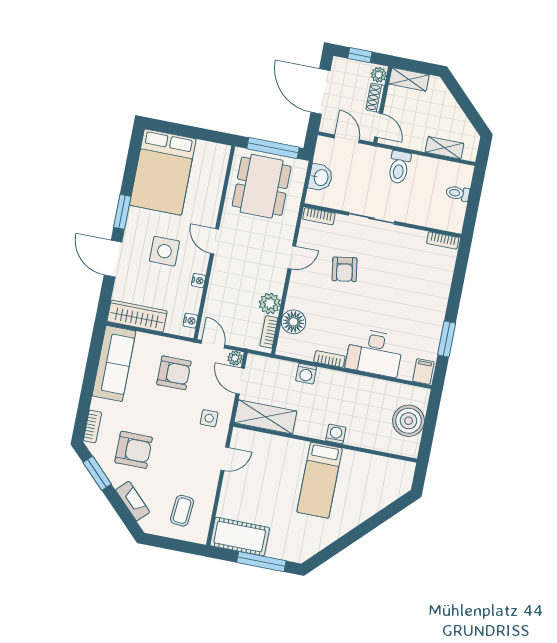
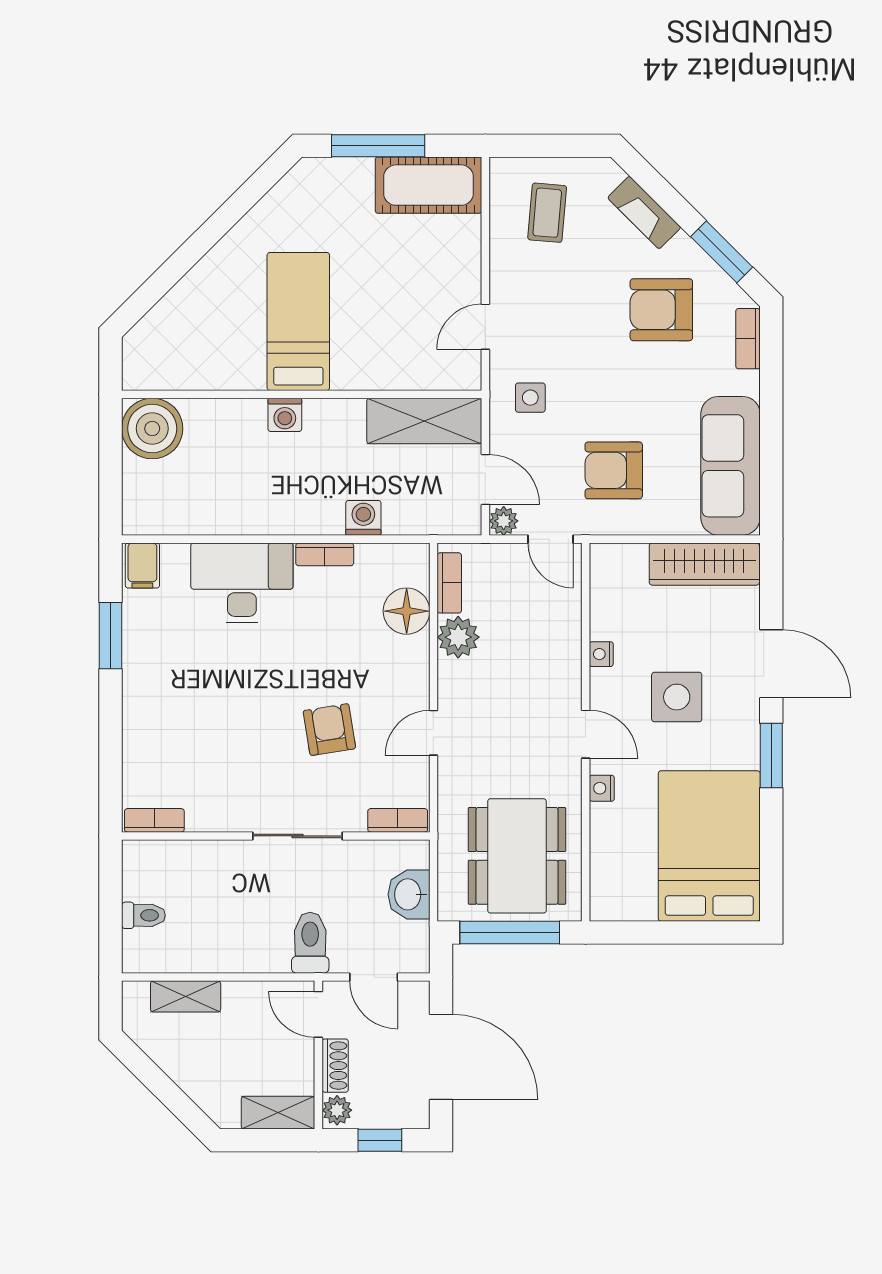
toilet: (399, 167) -> (310, 943), moved
nightstand: (190, 321) -> (602, 788), moved
boiler: (409, 421) -> (152, 429), moved

